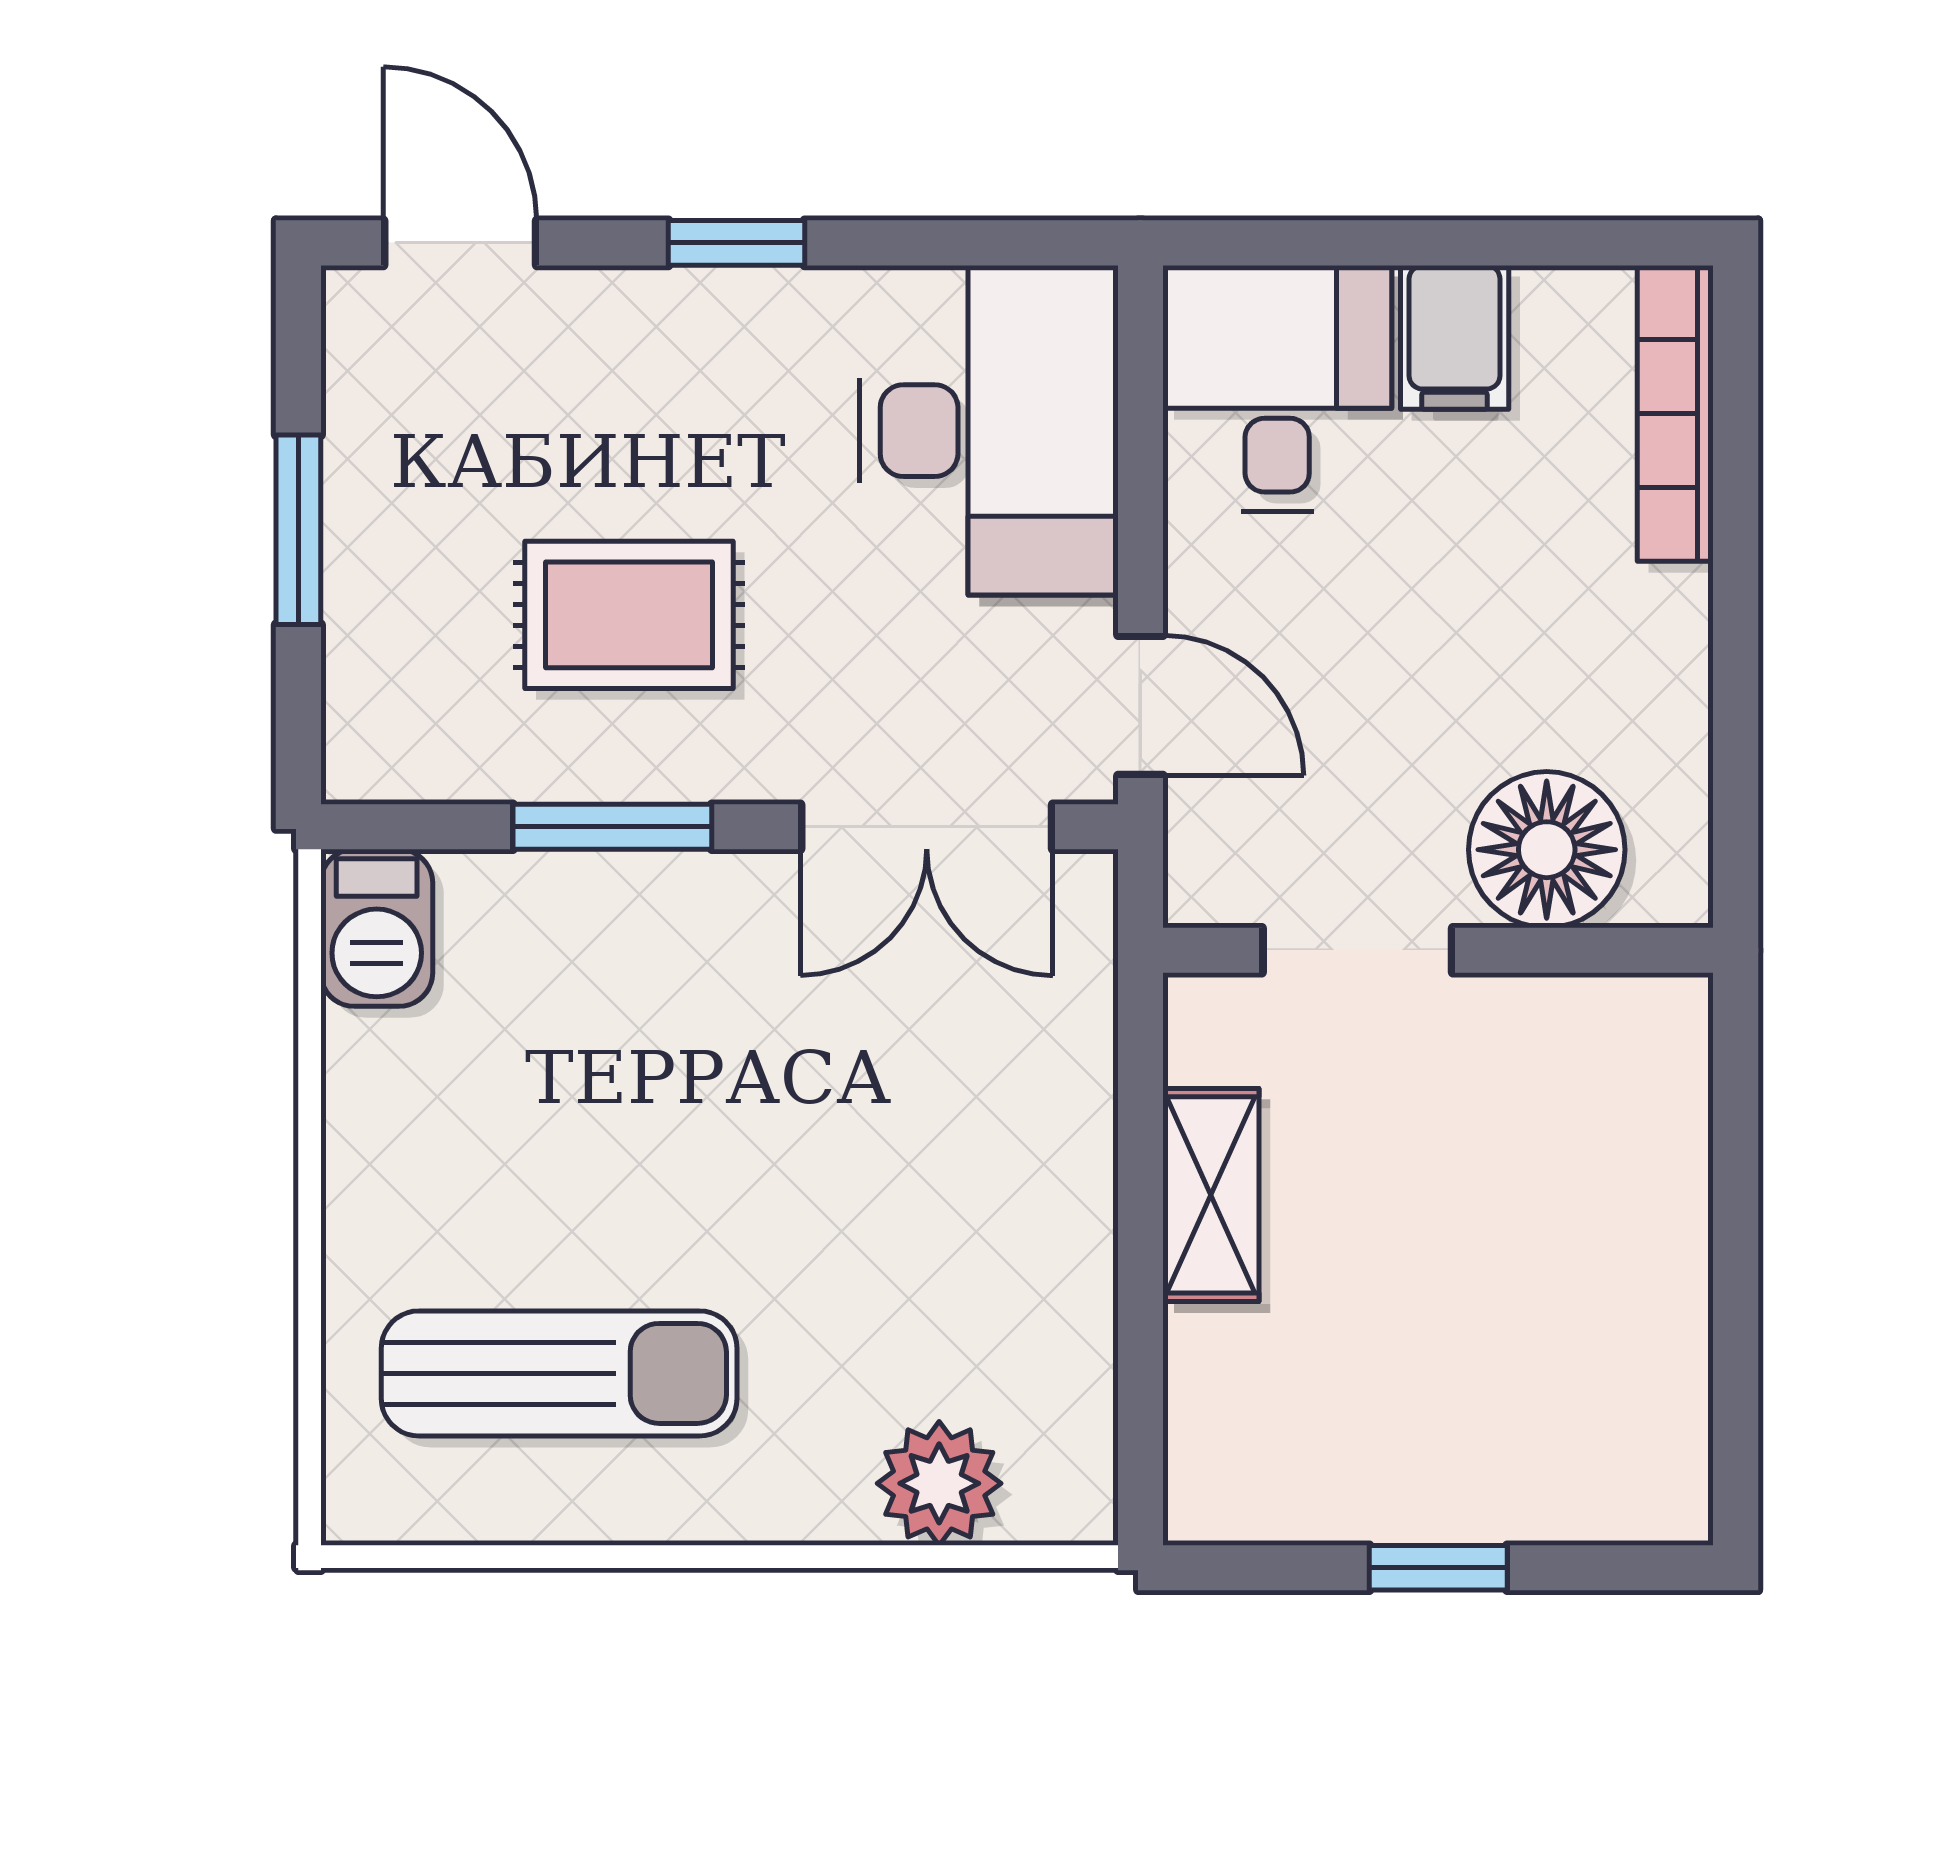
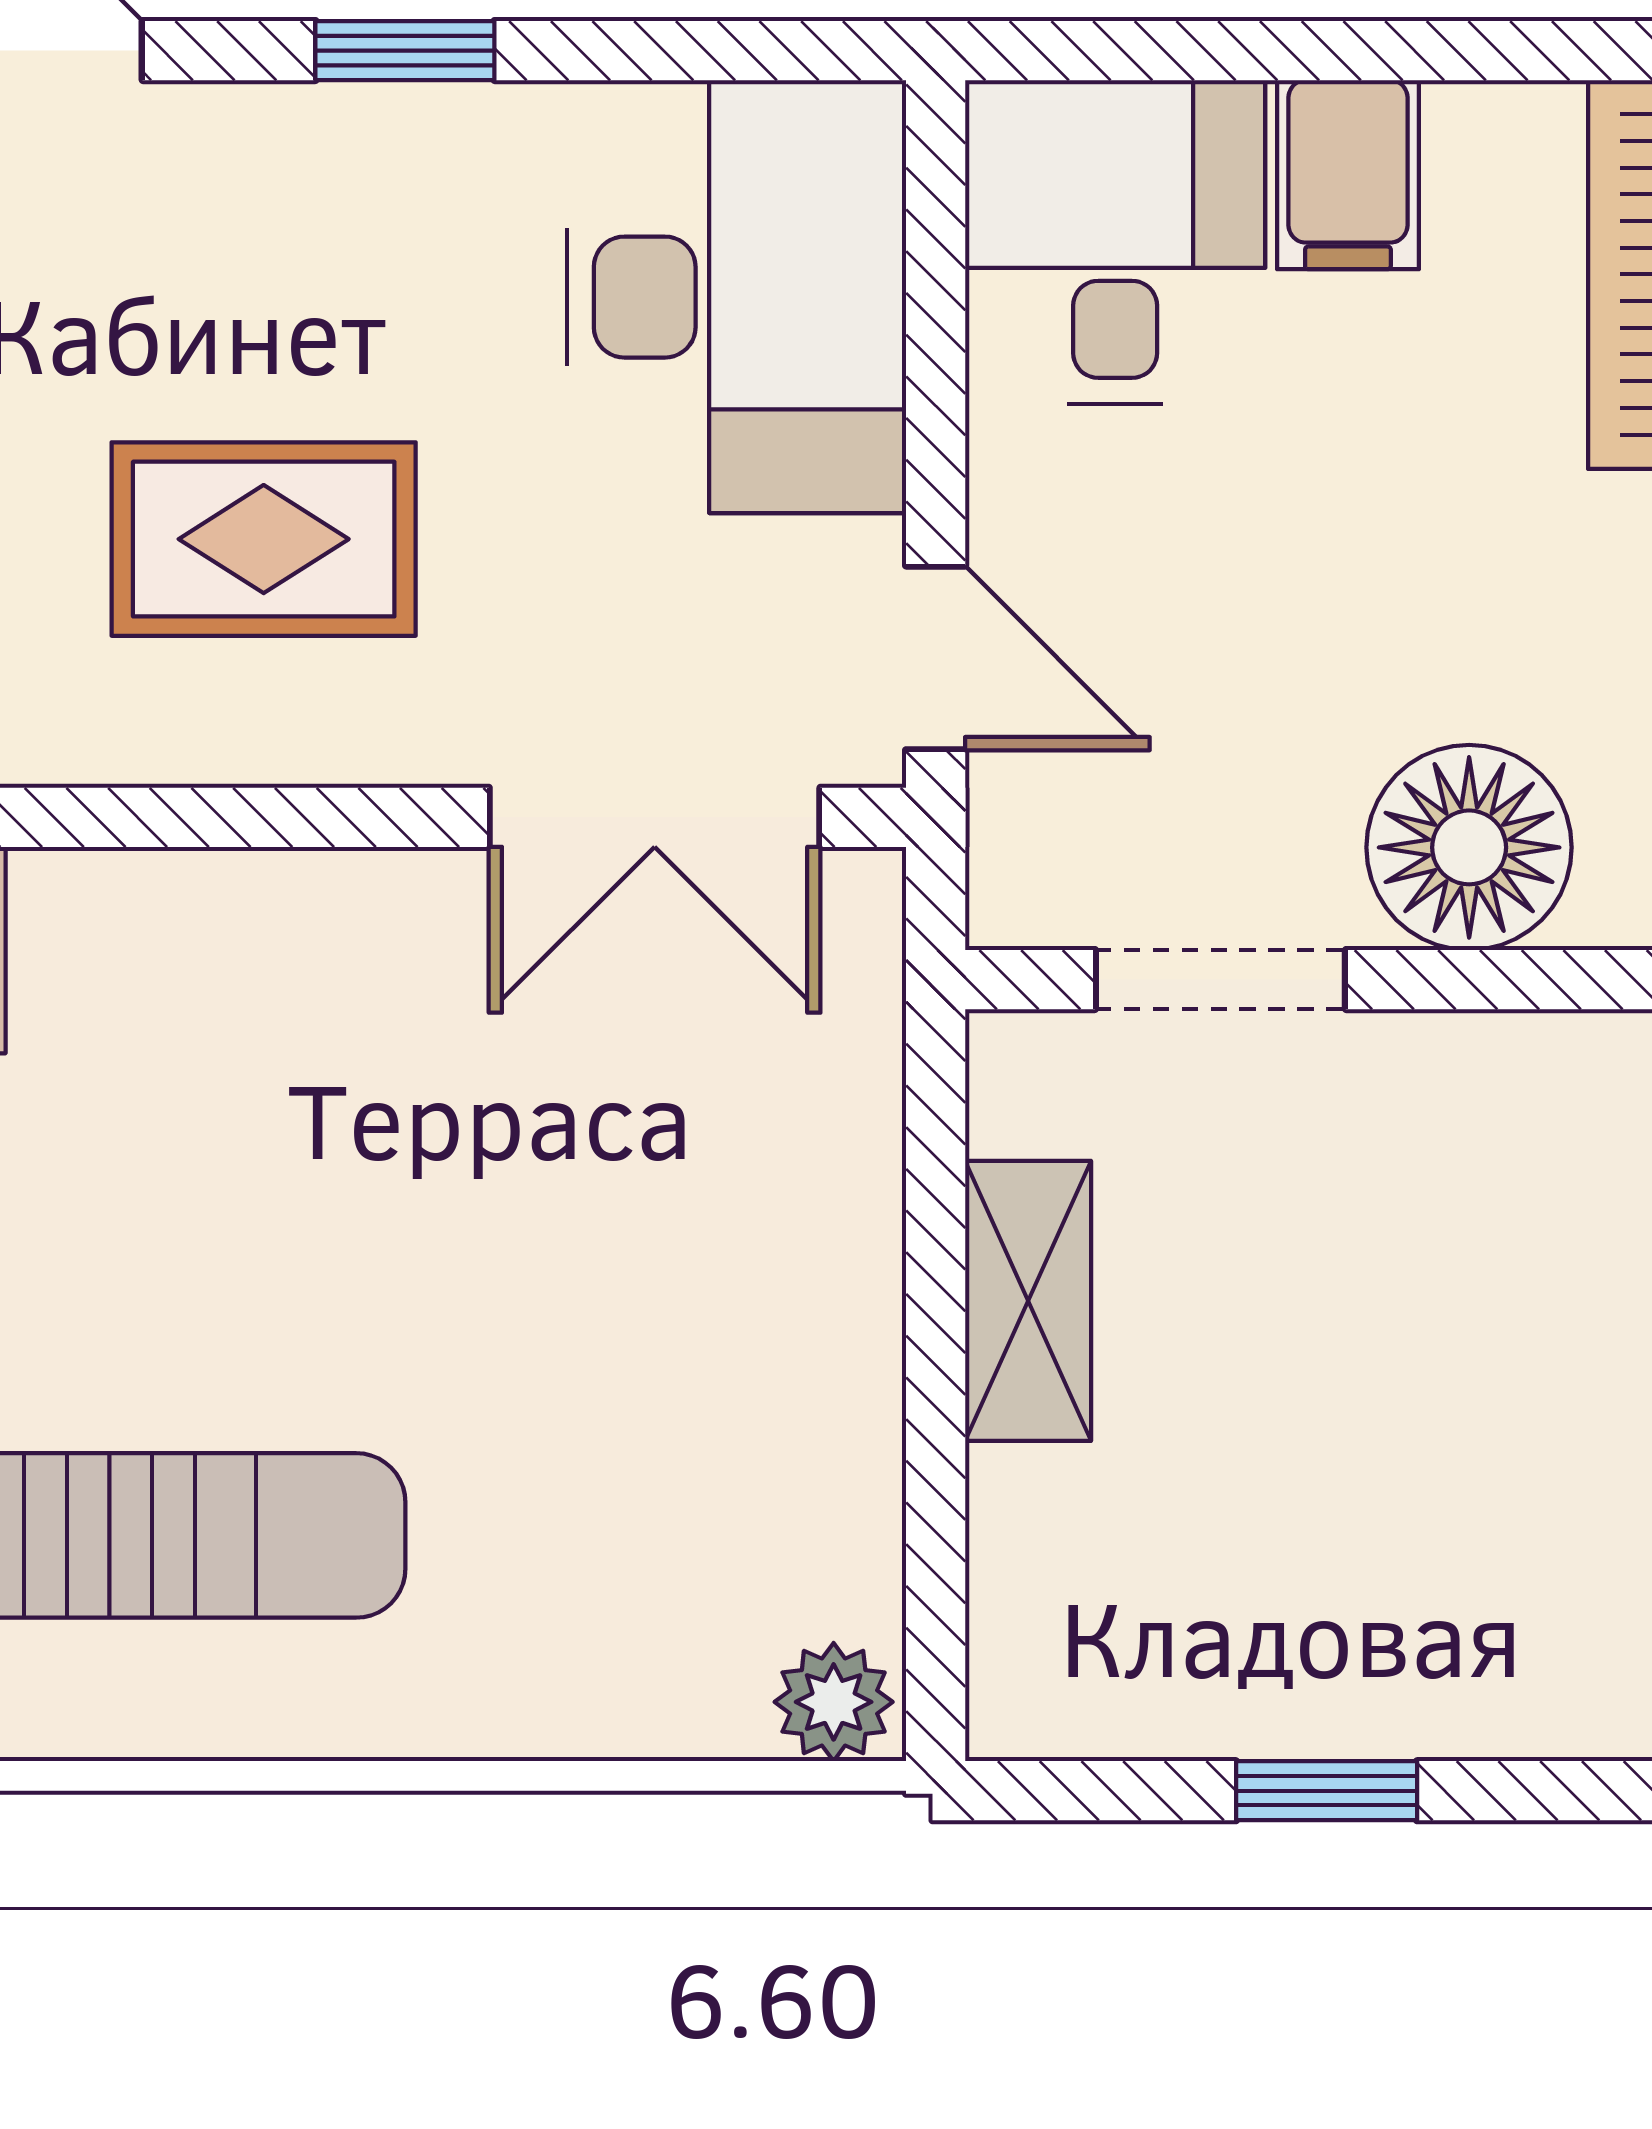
window: (612, 827) -> (242, 817), removed
plant: (939, 1483) -> (834, 1702), moved, width x0.73, depth x0.73

